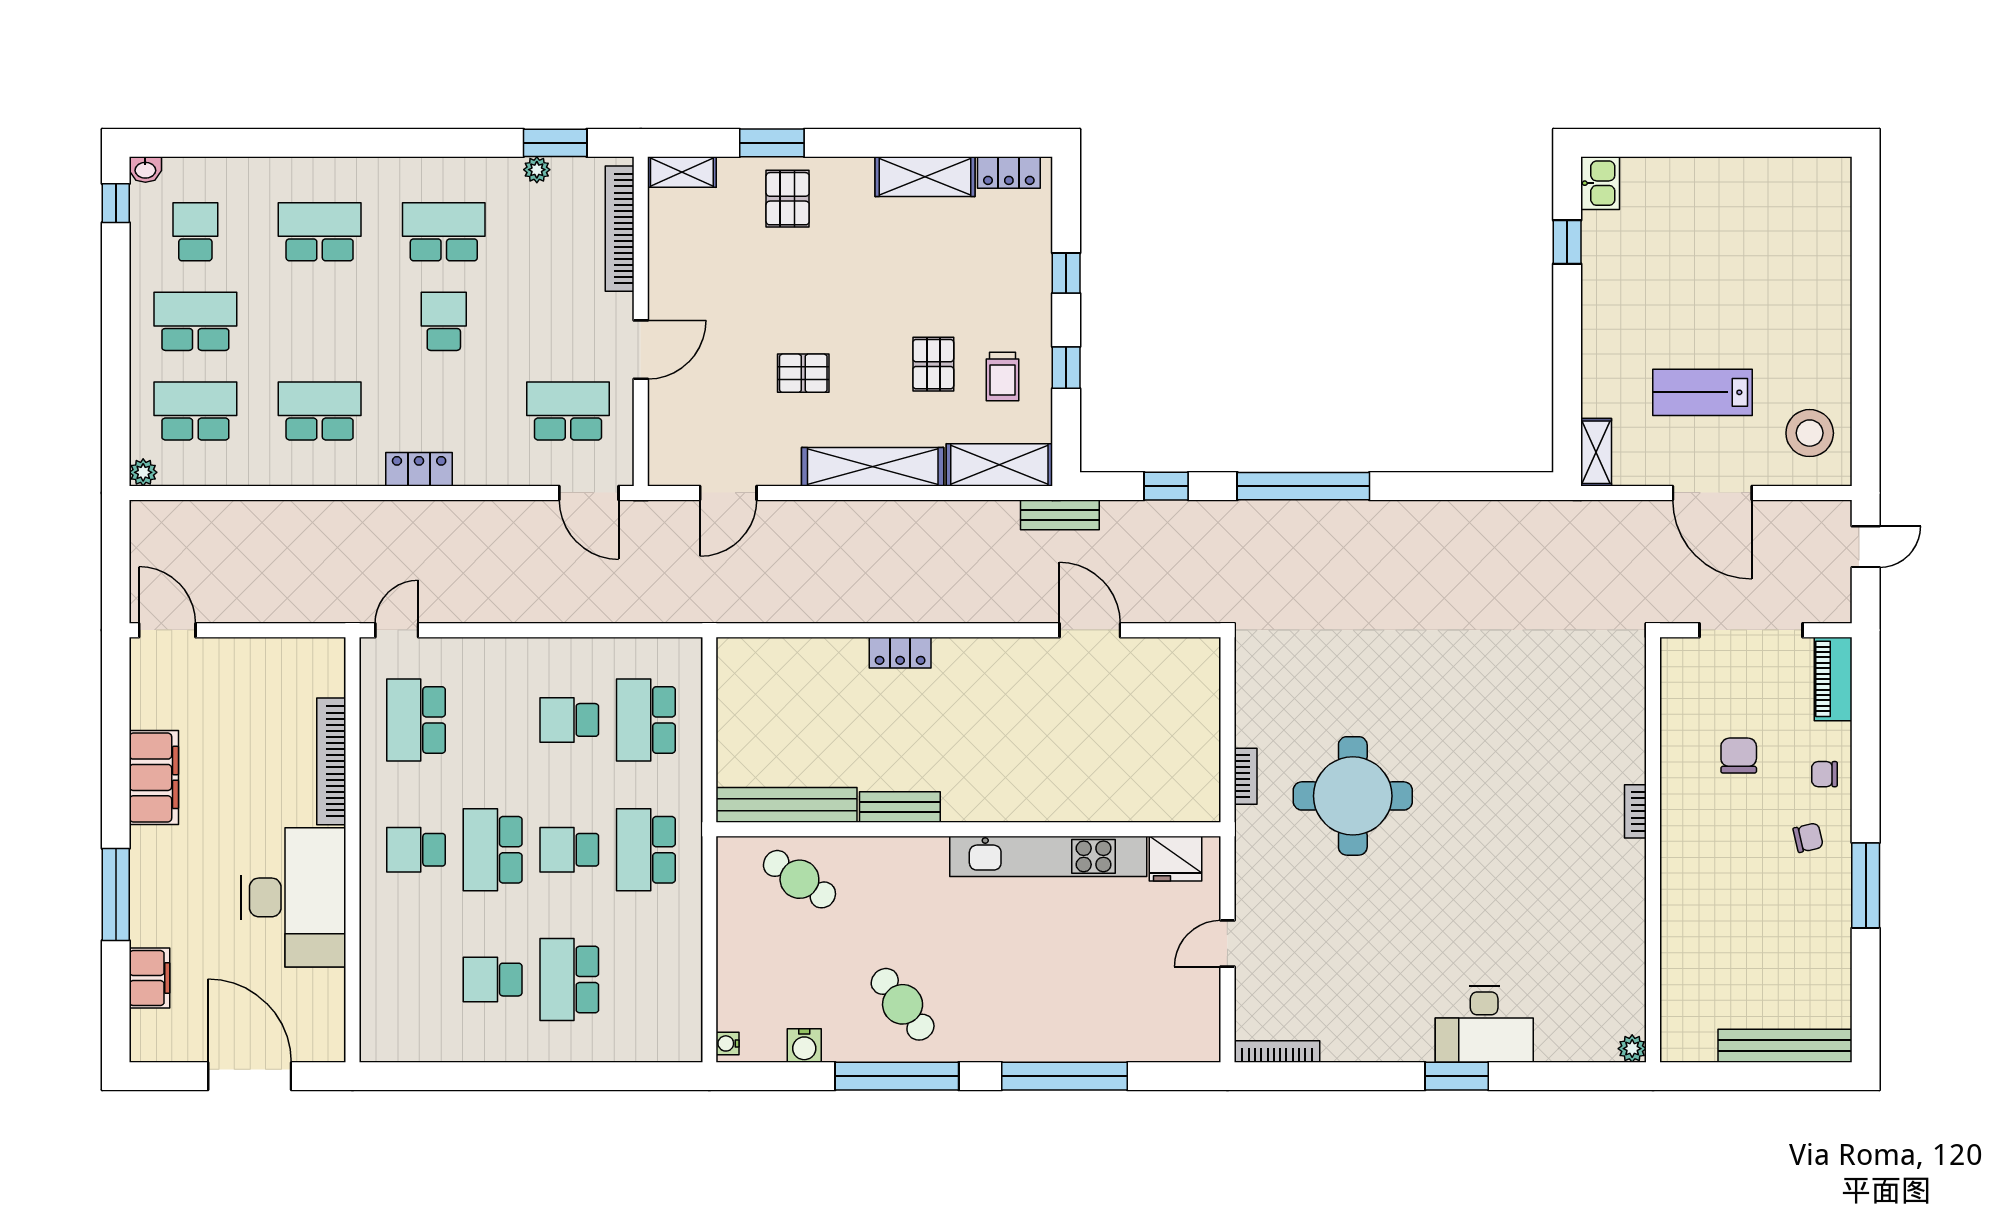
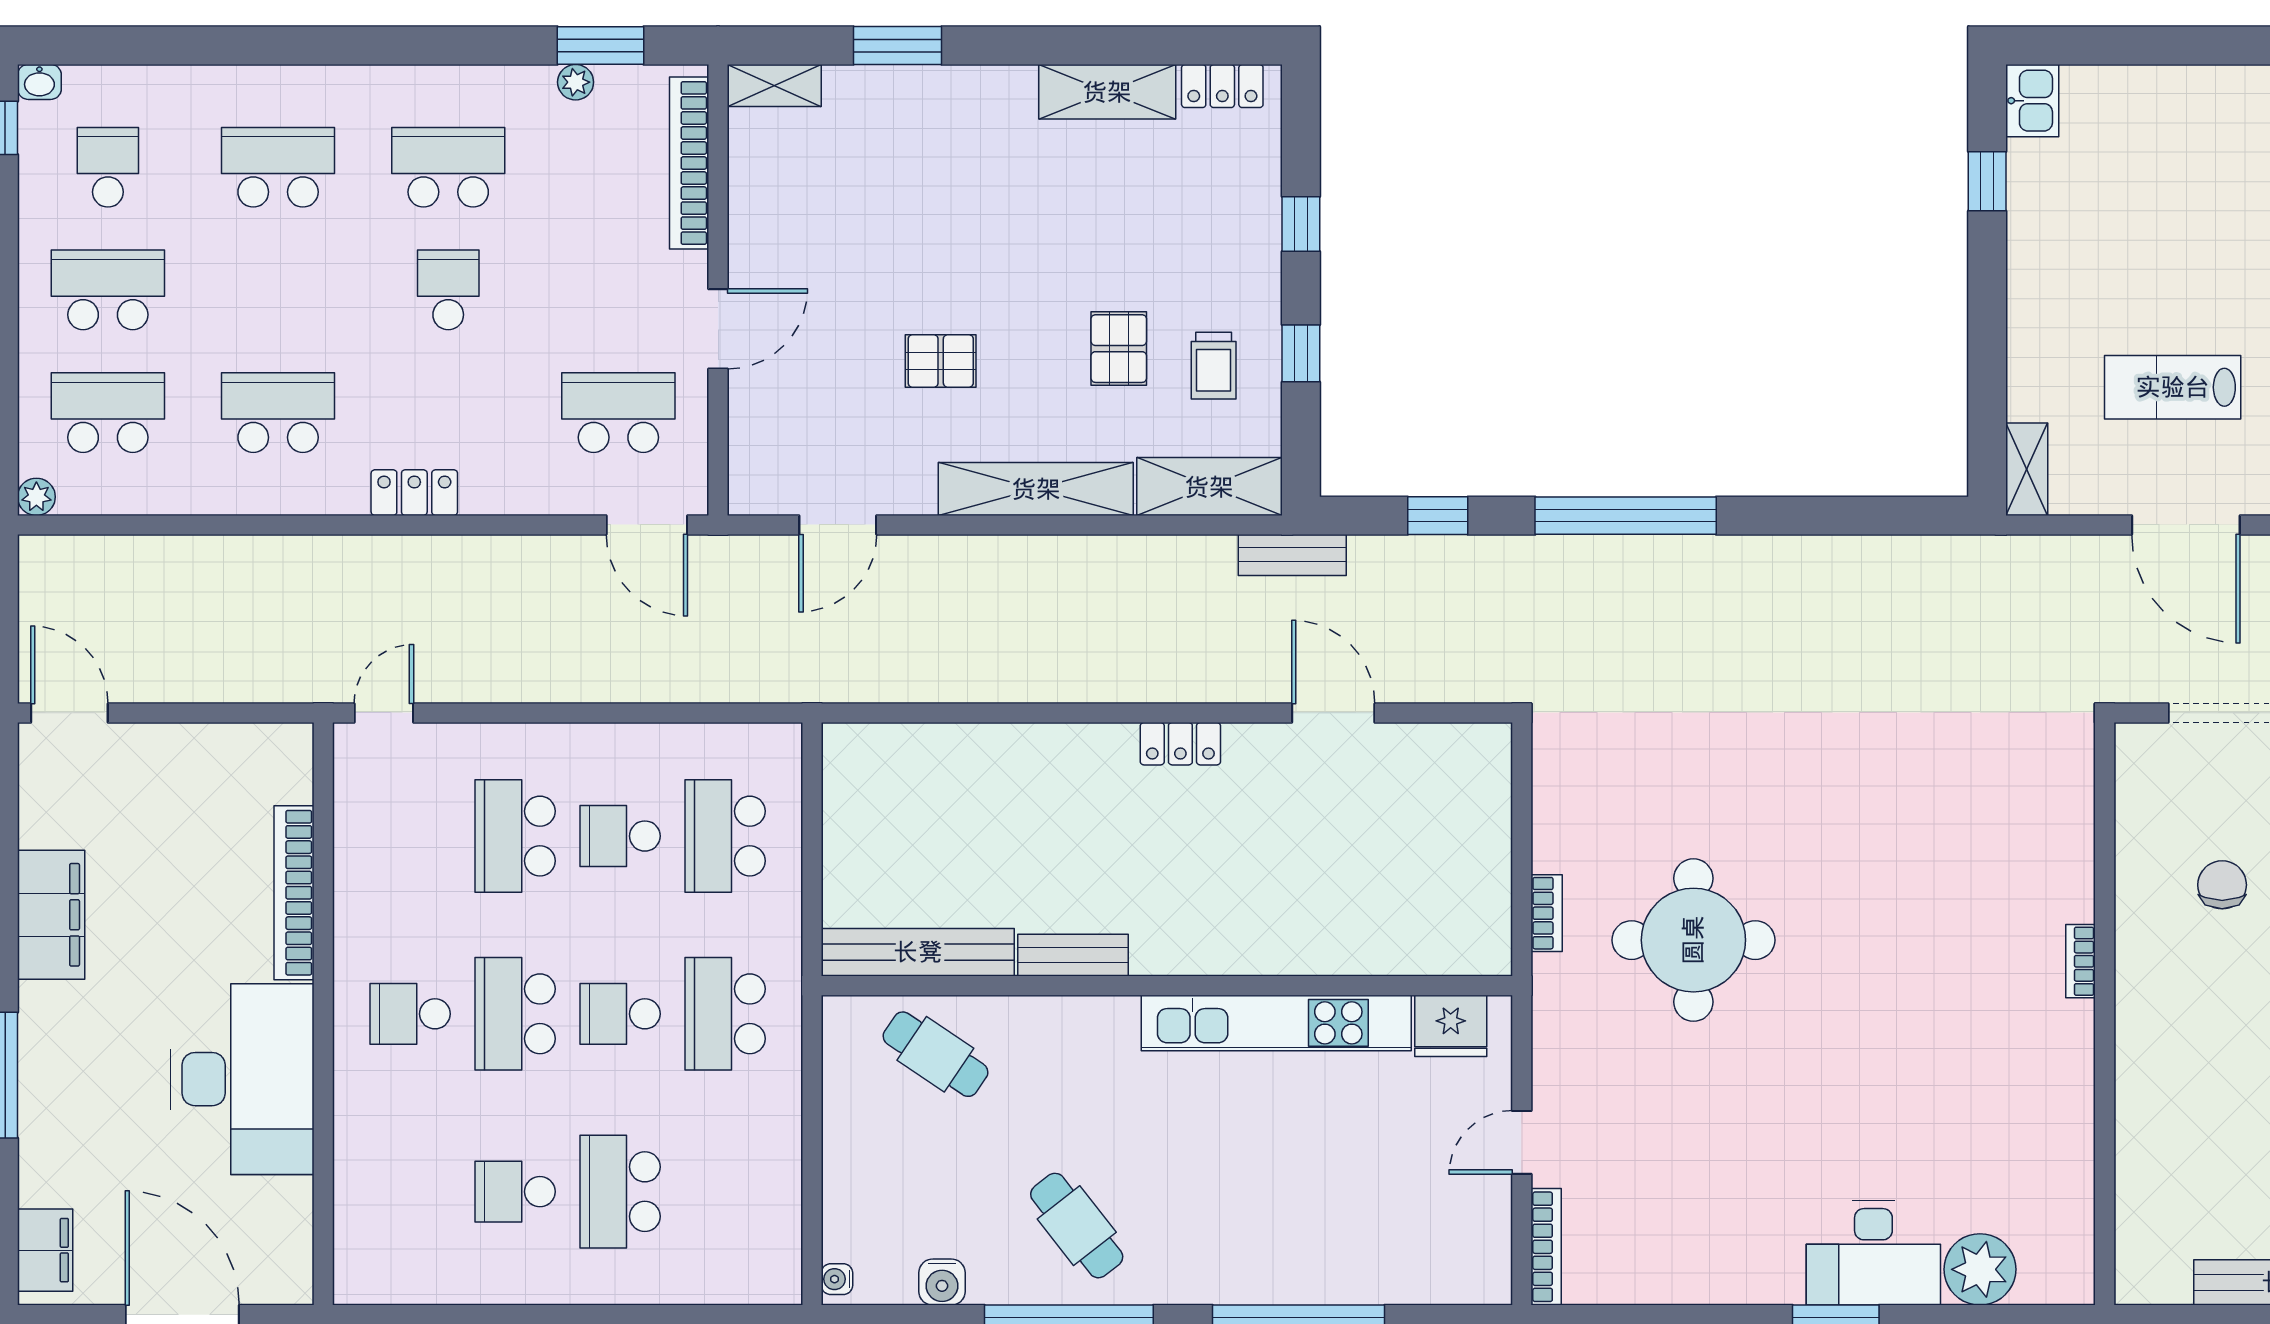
pallet: (788, 199) -> (919, 122), removed
locker: (900, 653) -> (1180, 744), moved
school desk: (416, 720) -> (515, 836), moved
filing cabinet: (150, 978) -> (45, 1250), moved
plant: (1632, 1049) -> (1980, 1269), moved, width x1.88, depth x1.88
bookcase: (1277, 1052) -> (1546, 1247), moved, turned 90

